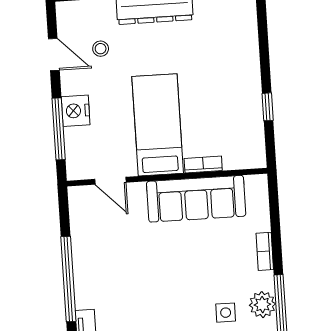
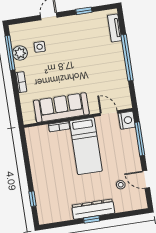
window: (268, 107) -> (33, 199), moved
nightstand: (76, 111) -> (127, 120), moved

